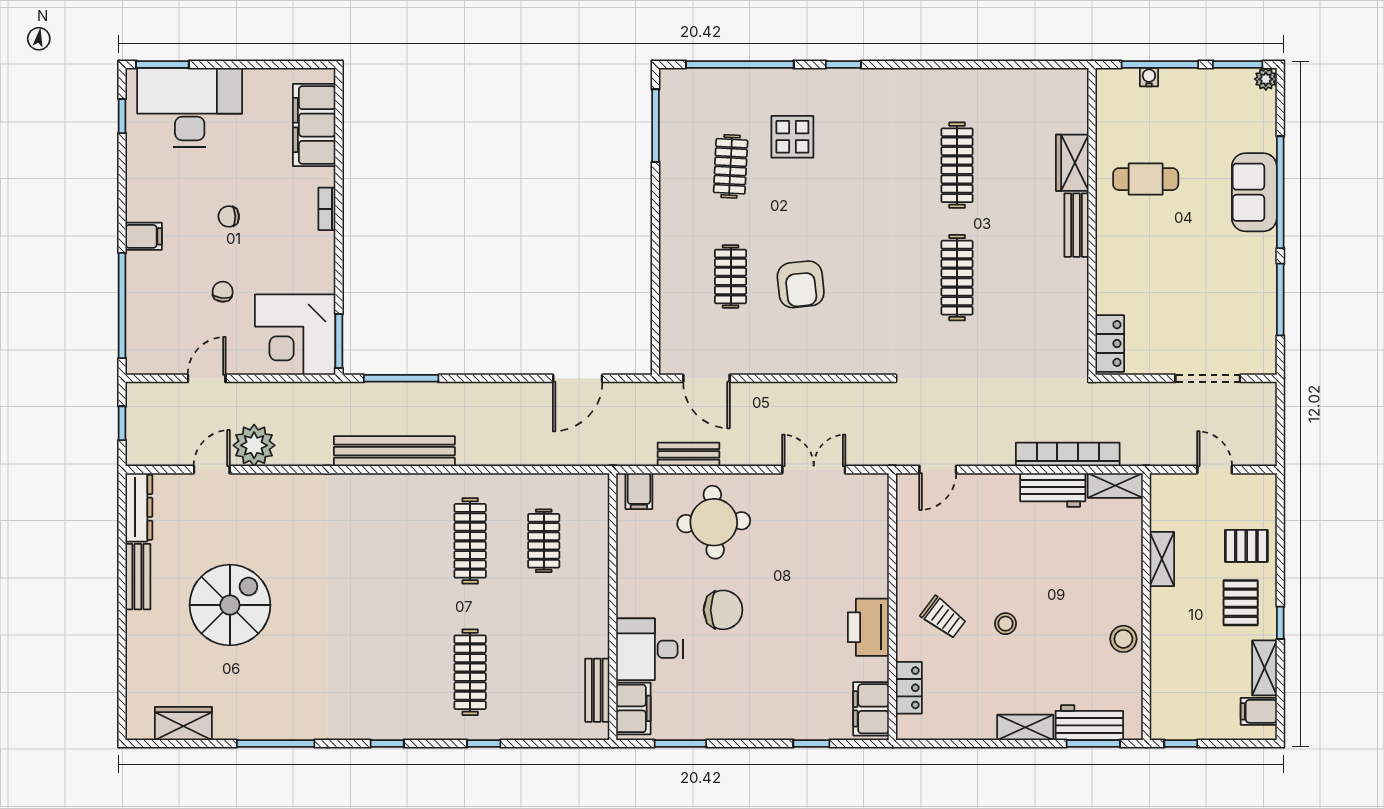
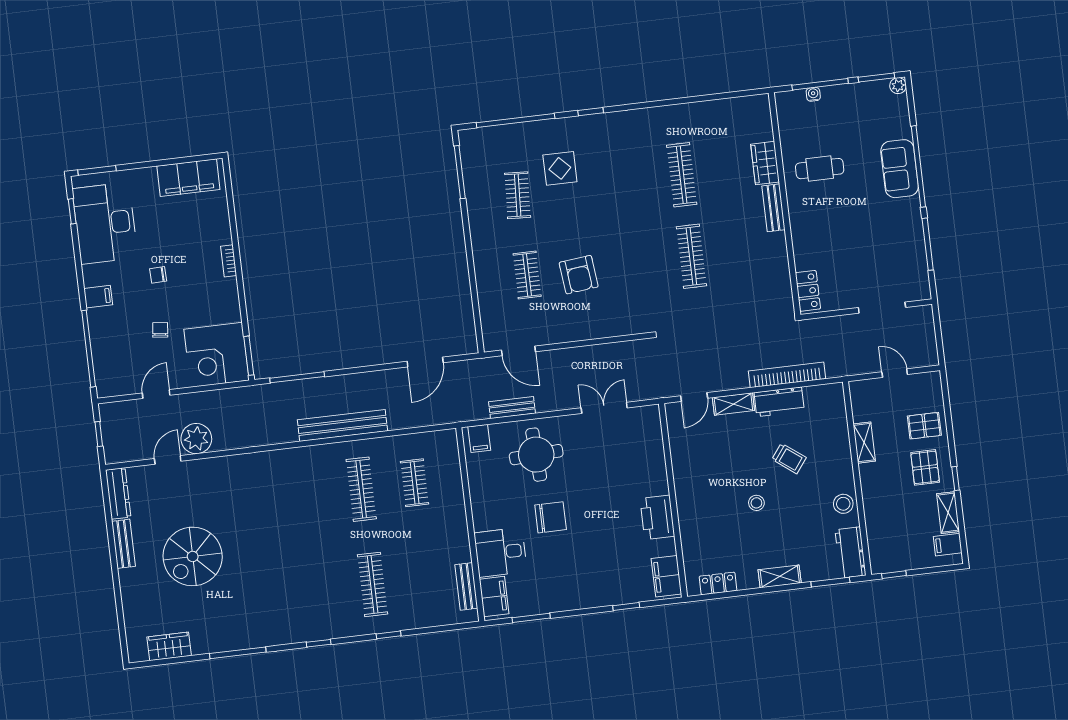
desk: (190, 107) -> (105, 223), moved, turned -90
filing cabinet: (314, 125) -> (188, 178), moved, turned -90
bench: (394, 451) -> (342, 425), moved
shelving: (1115, 485) -> (733, 404), moved
spiral stairs: (230, 605) -> (193, 556), turned 180
trolley: (943, 617) -> (789, 458), moved
locker: (909, 688) -> (718, 583), moved, turned -90
workbench: (1089, 723) -> (851, 552), moved, turned -90

